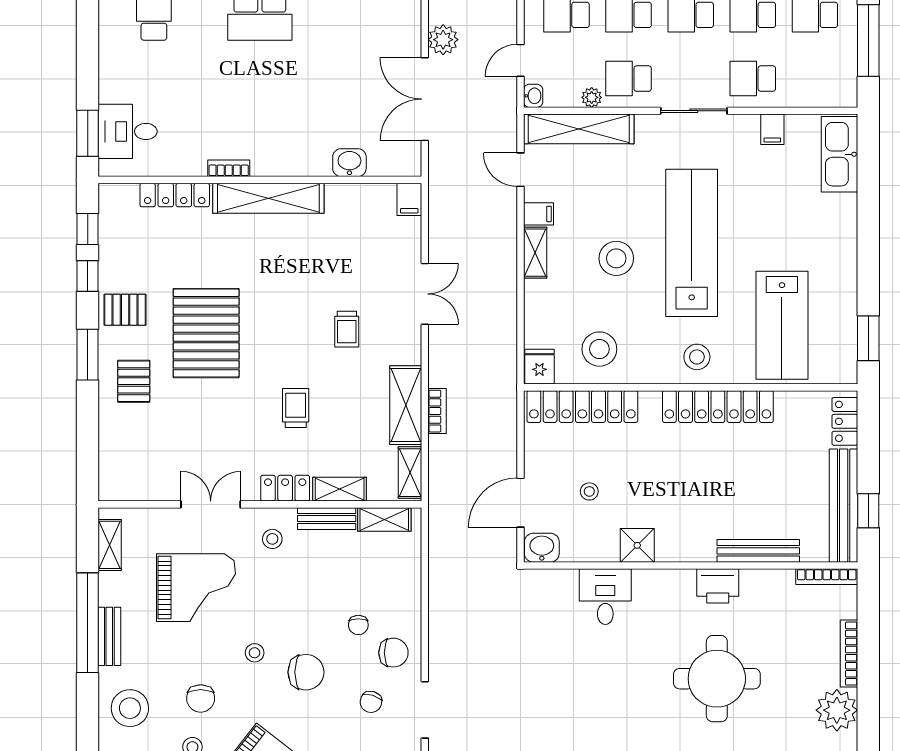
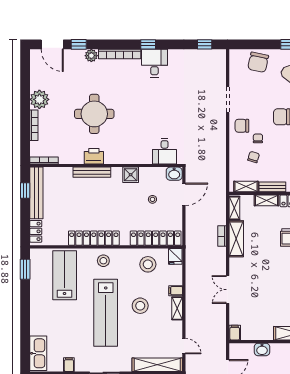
filing cabinet: (539, 214) -> (176, 291), moved
trolley: (347, 329) -> (263, 273), removed
bench: (758, 551) -> (92, 172), moved
desk: (605, 597) -> (165, 151), moved
chair: (371, 702) -> (254, 157), moved

